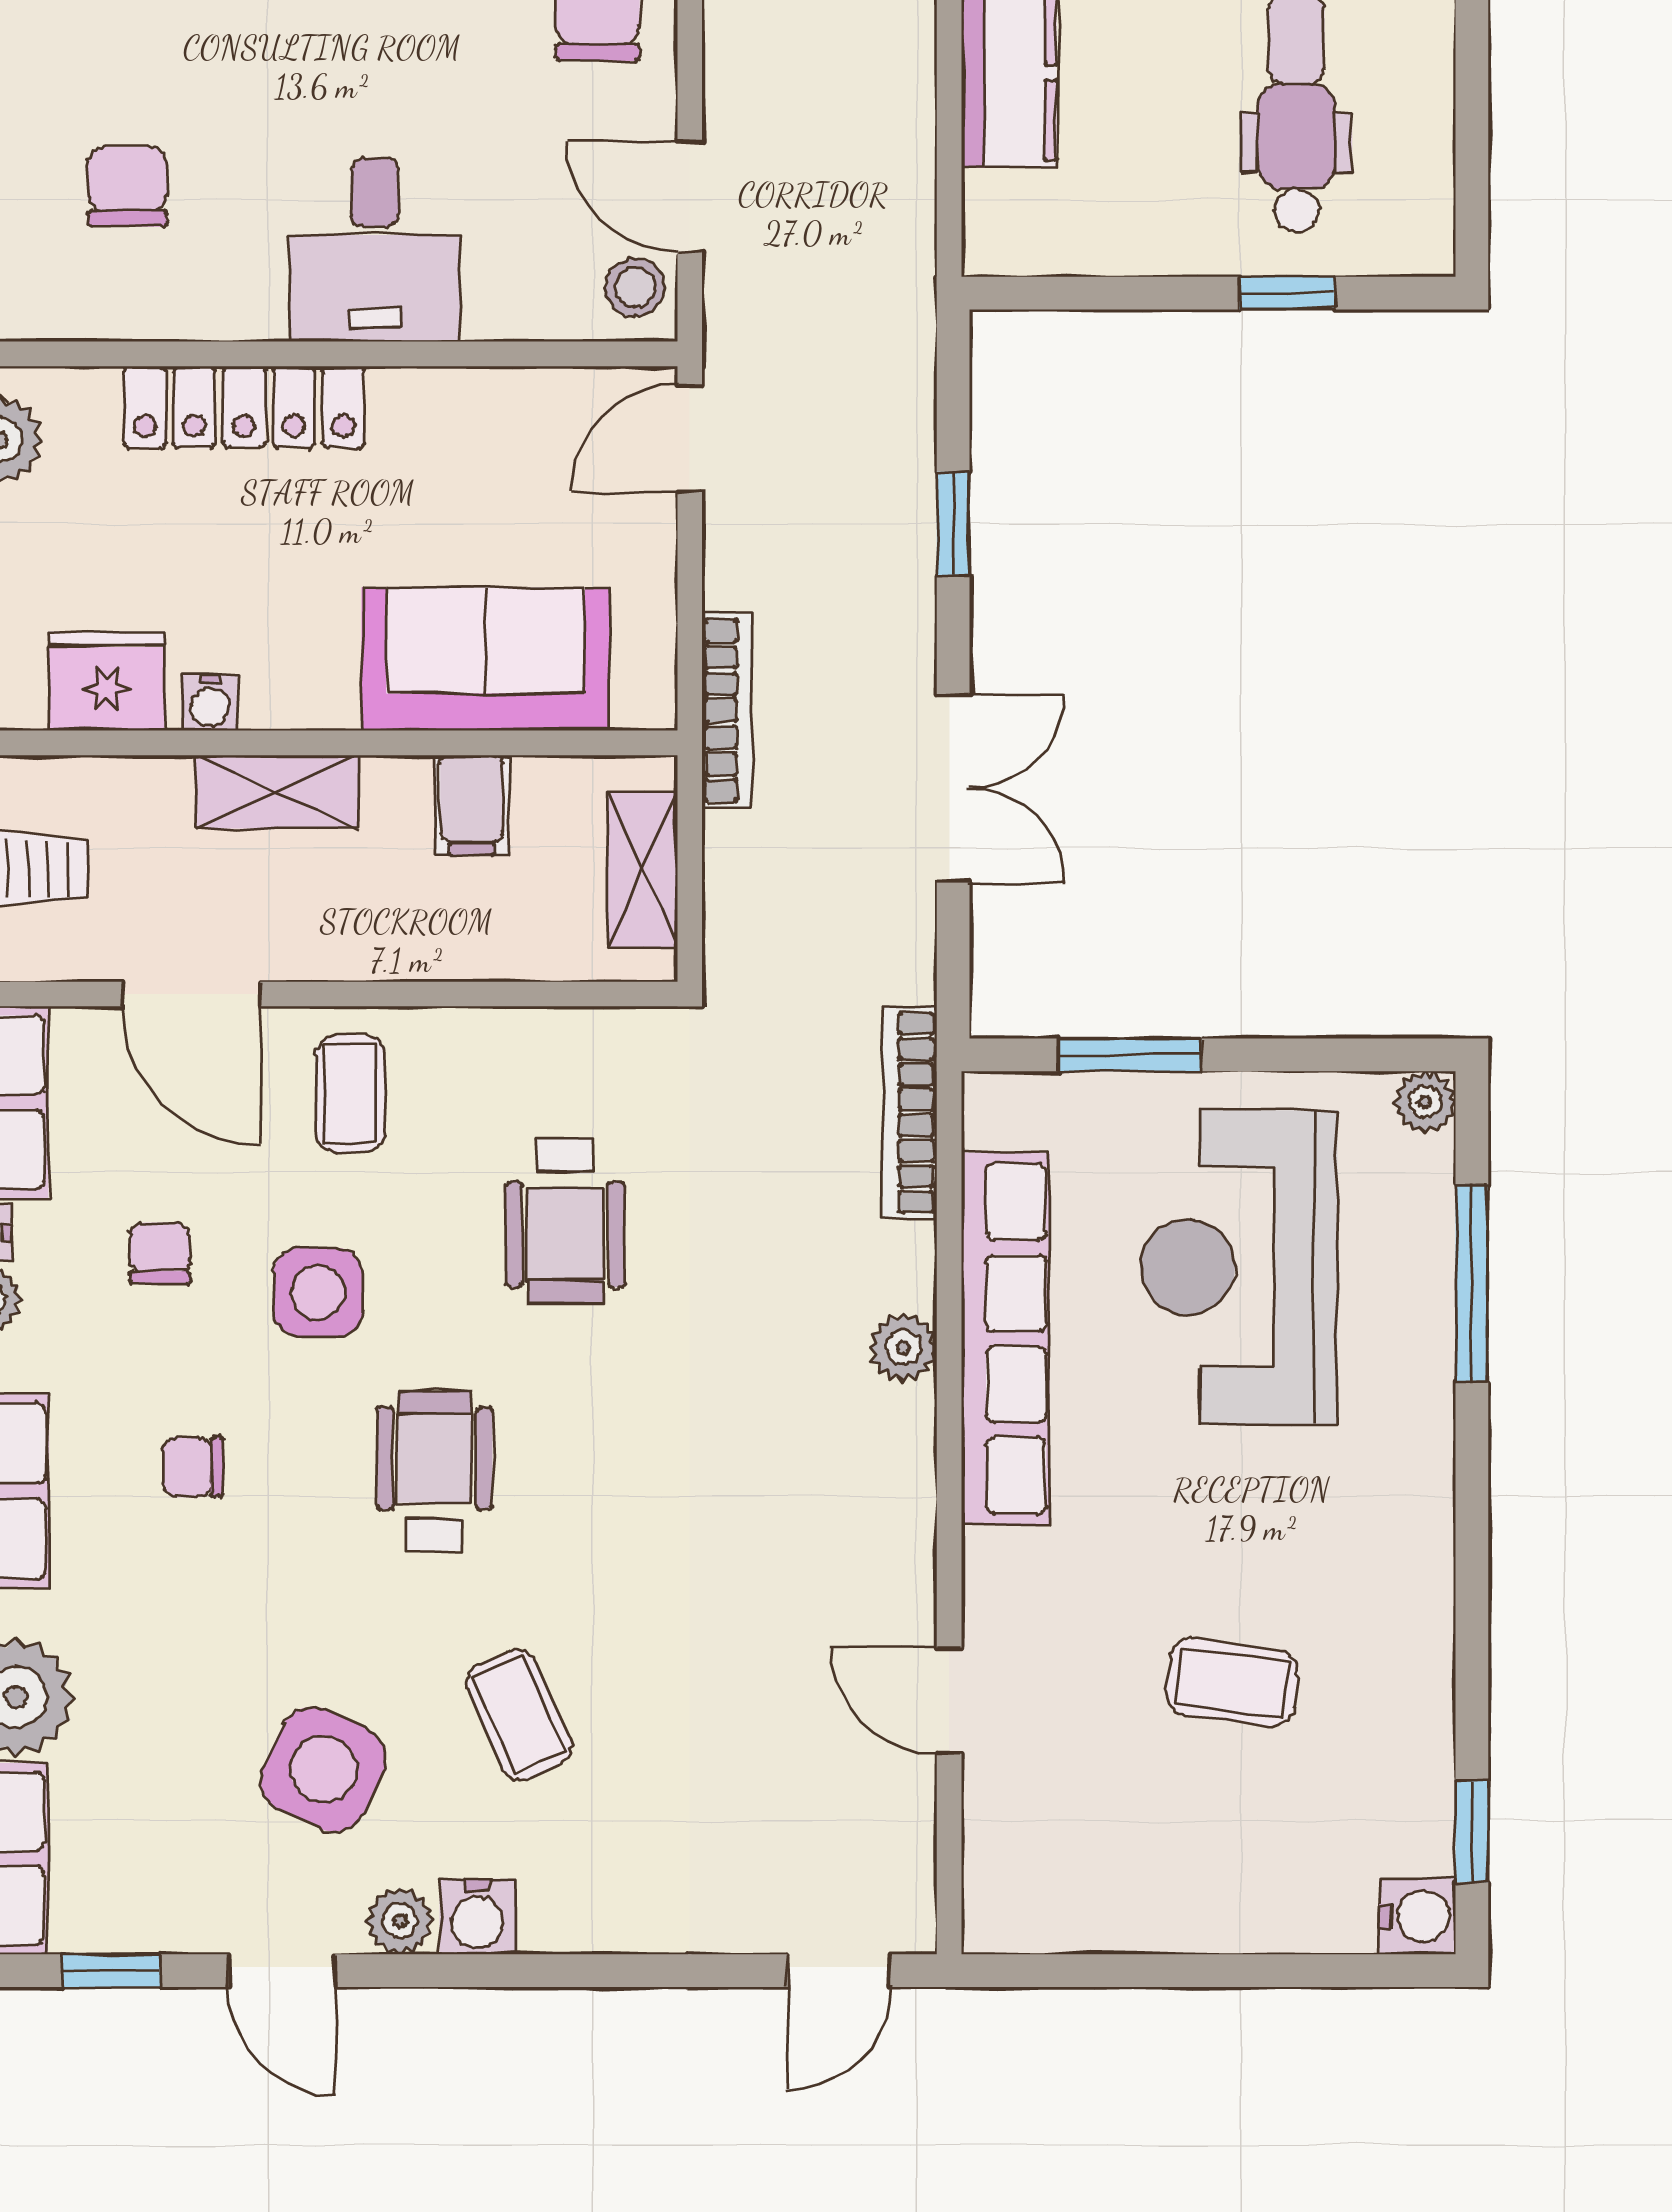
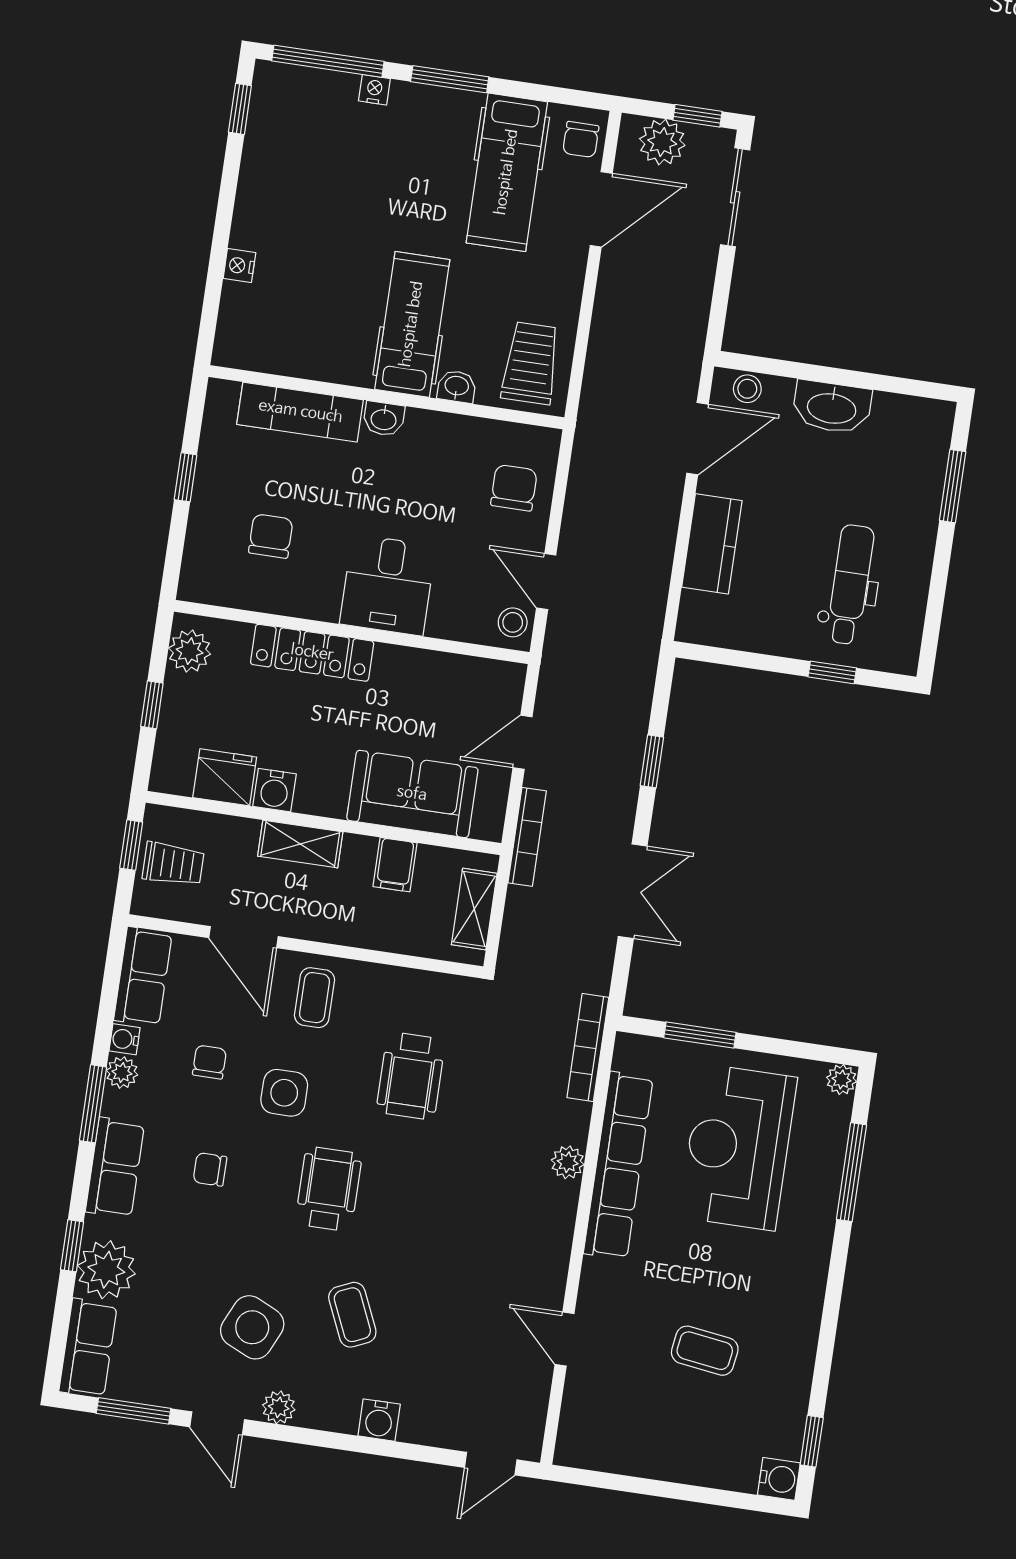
door: (690, 439) -> (523, 742), moved
water cooler: (210, 703) -> (275, 790), width x1.38, depth x1.38
water cooler: (477, 1917) -> (379, 1420), moved
window: (112, 1971) -> (134, 1411), width x1.50

